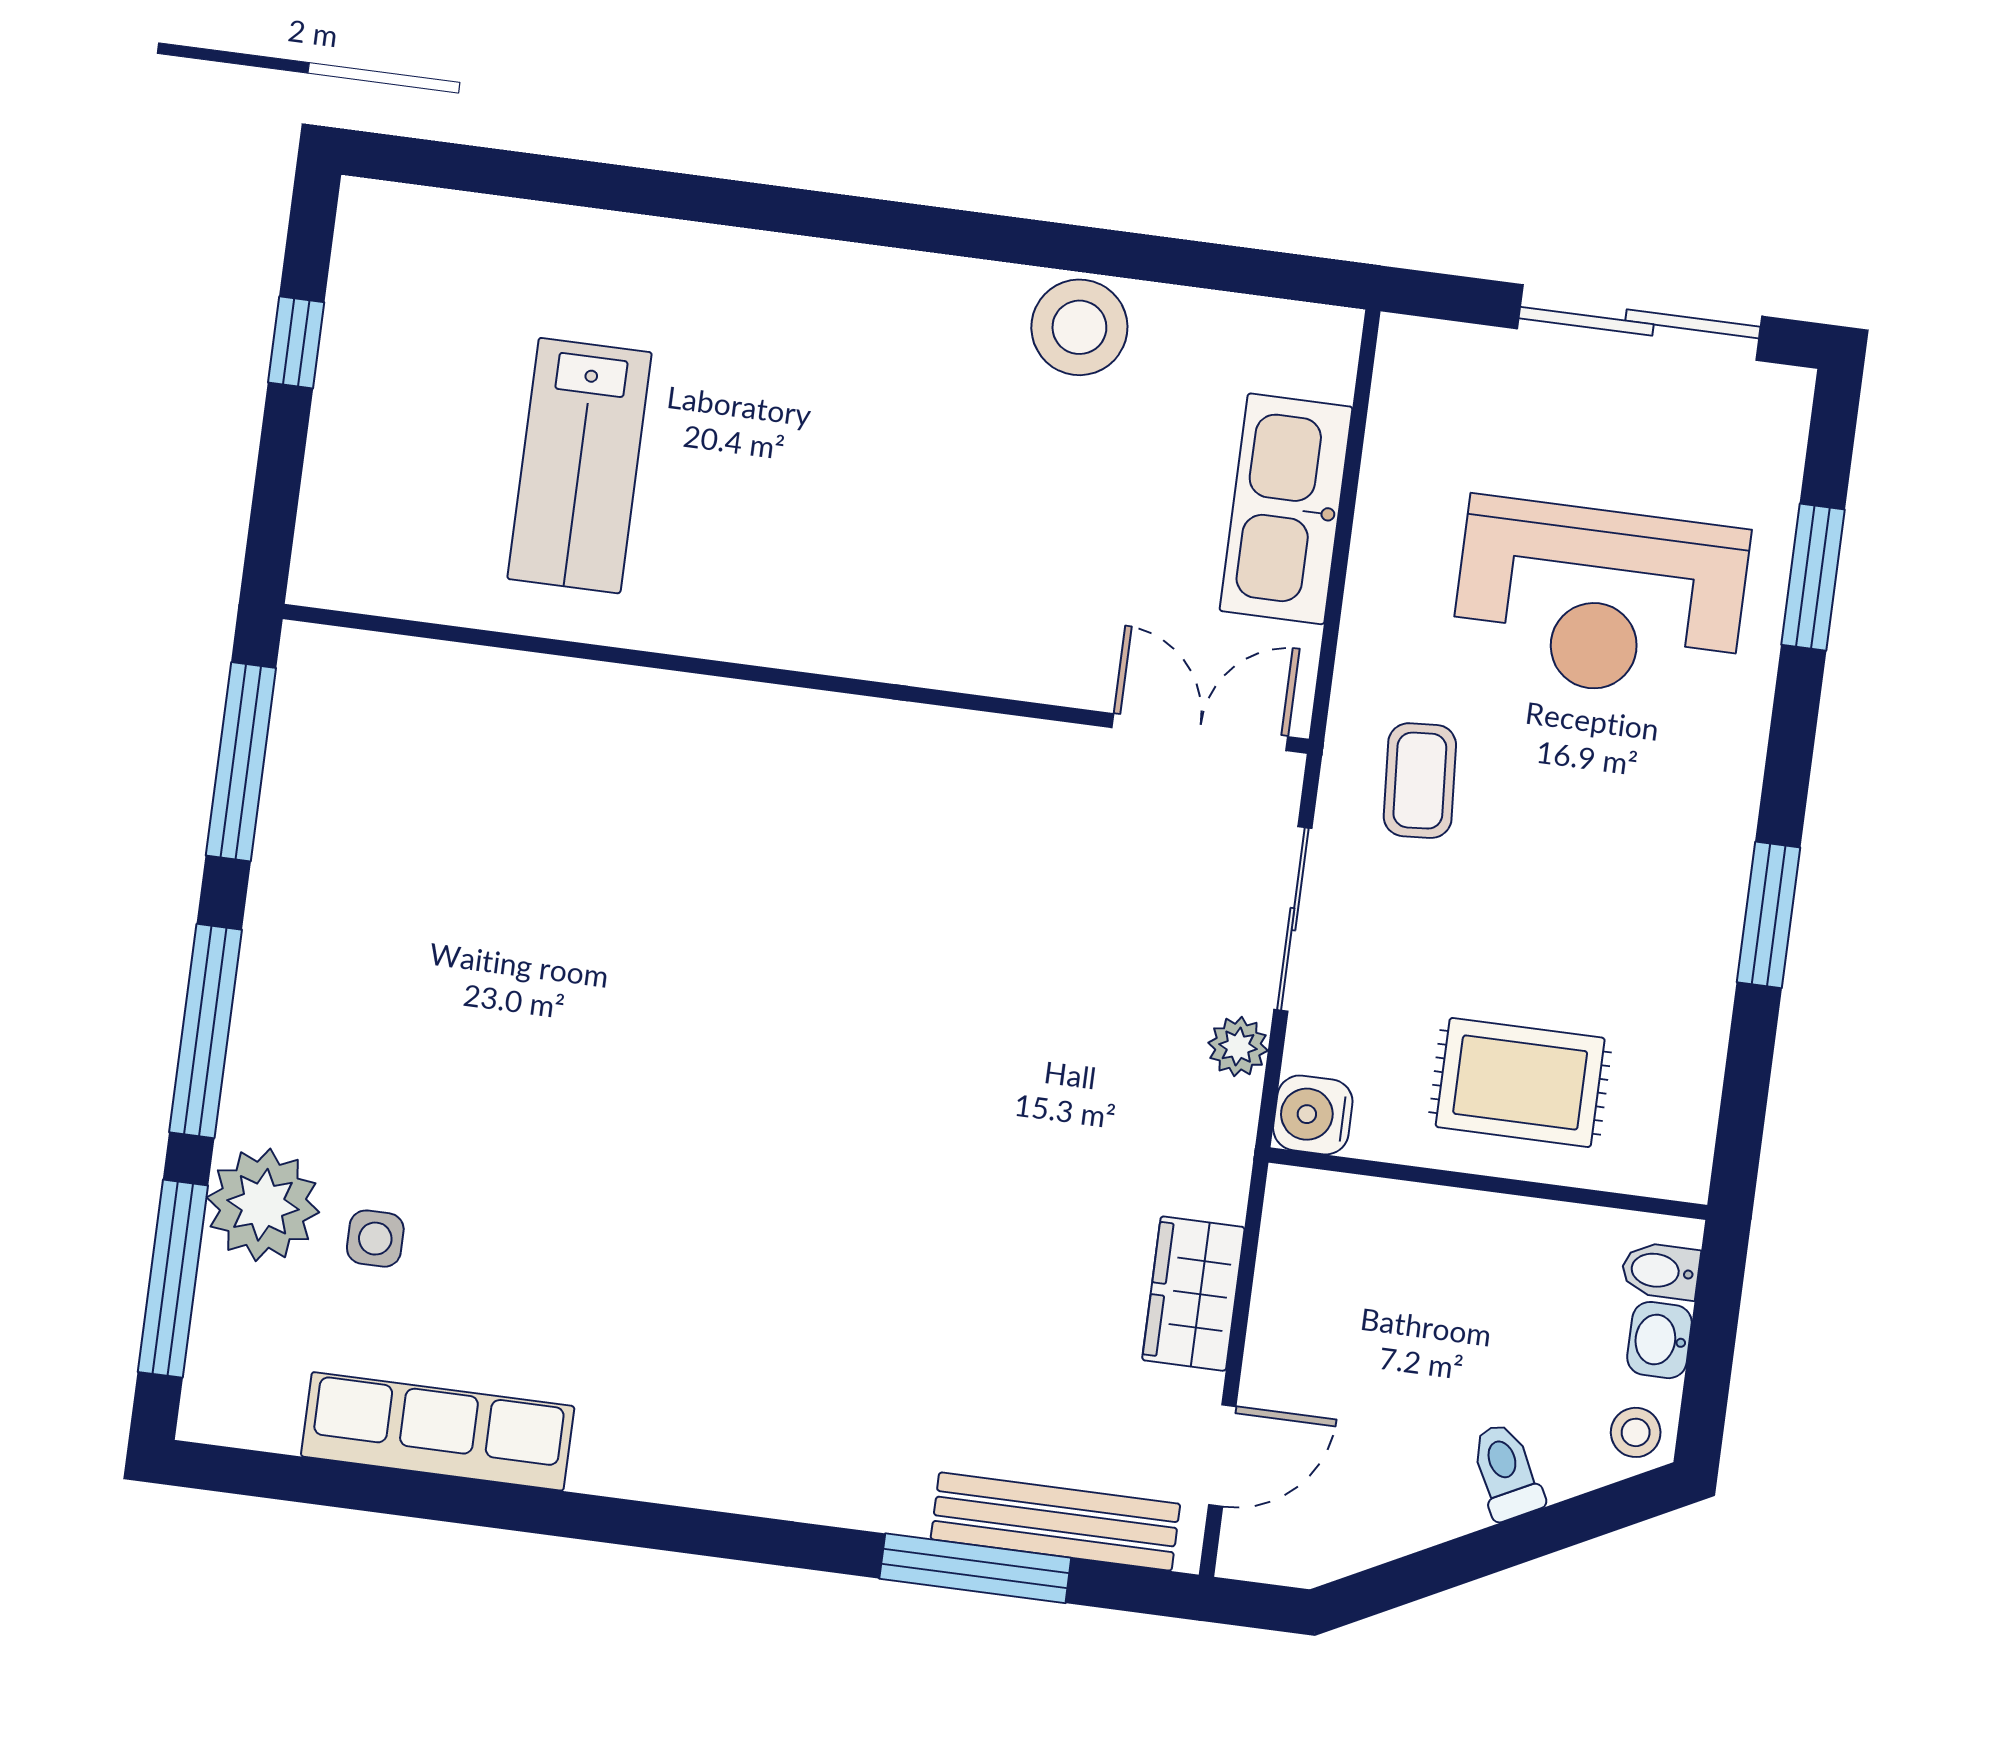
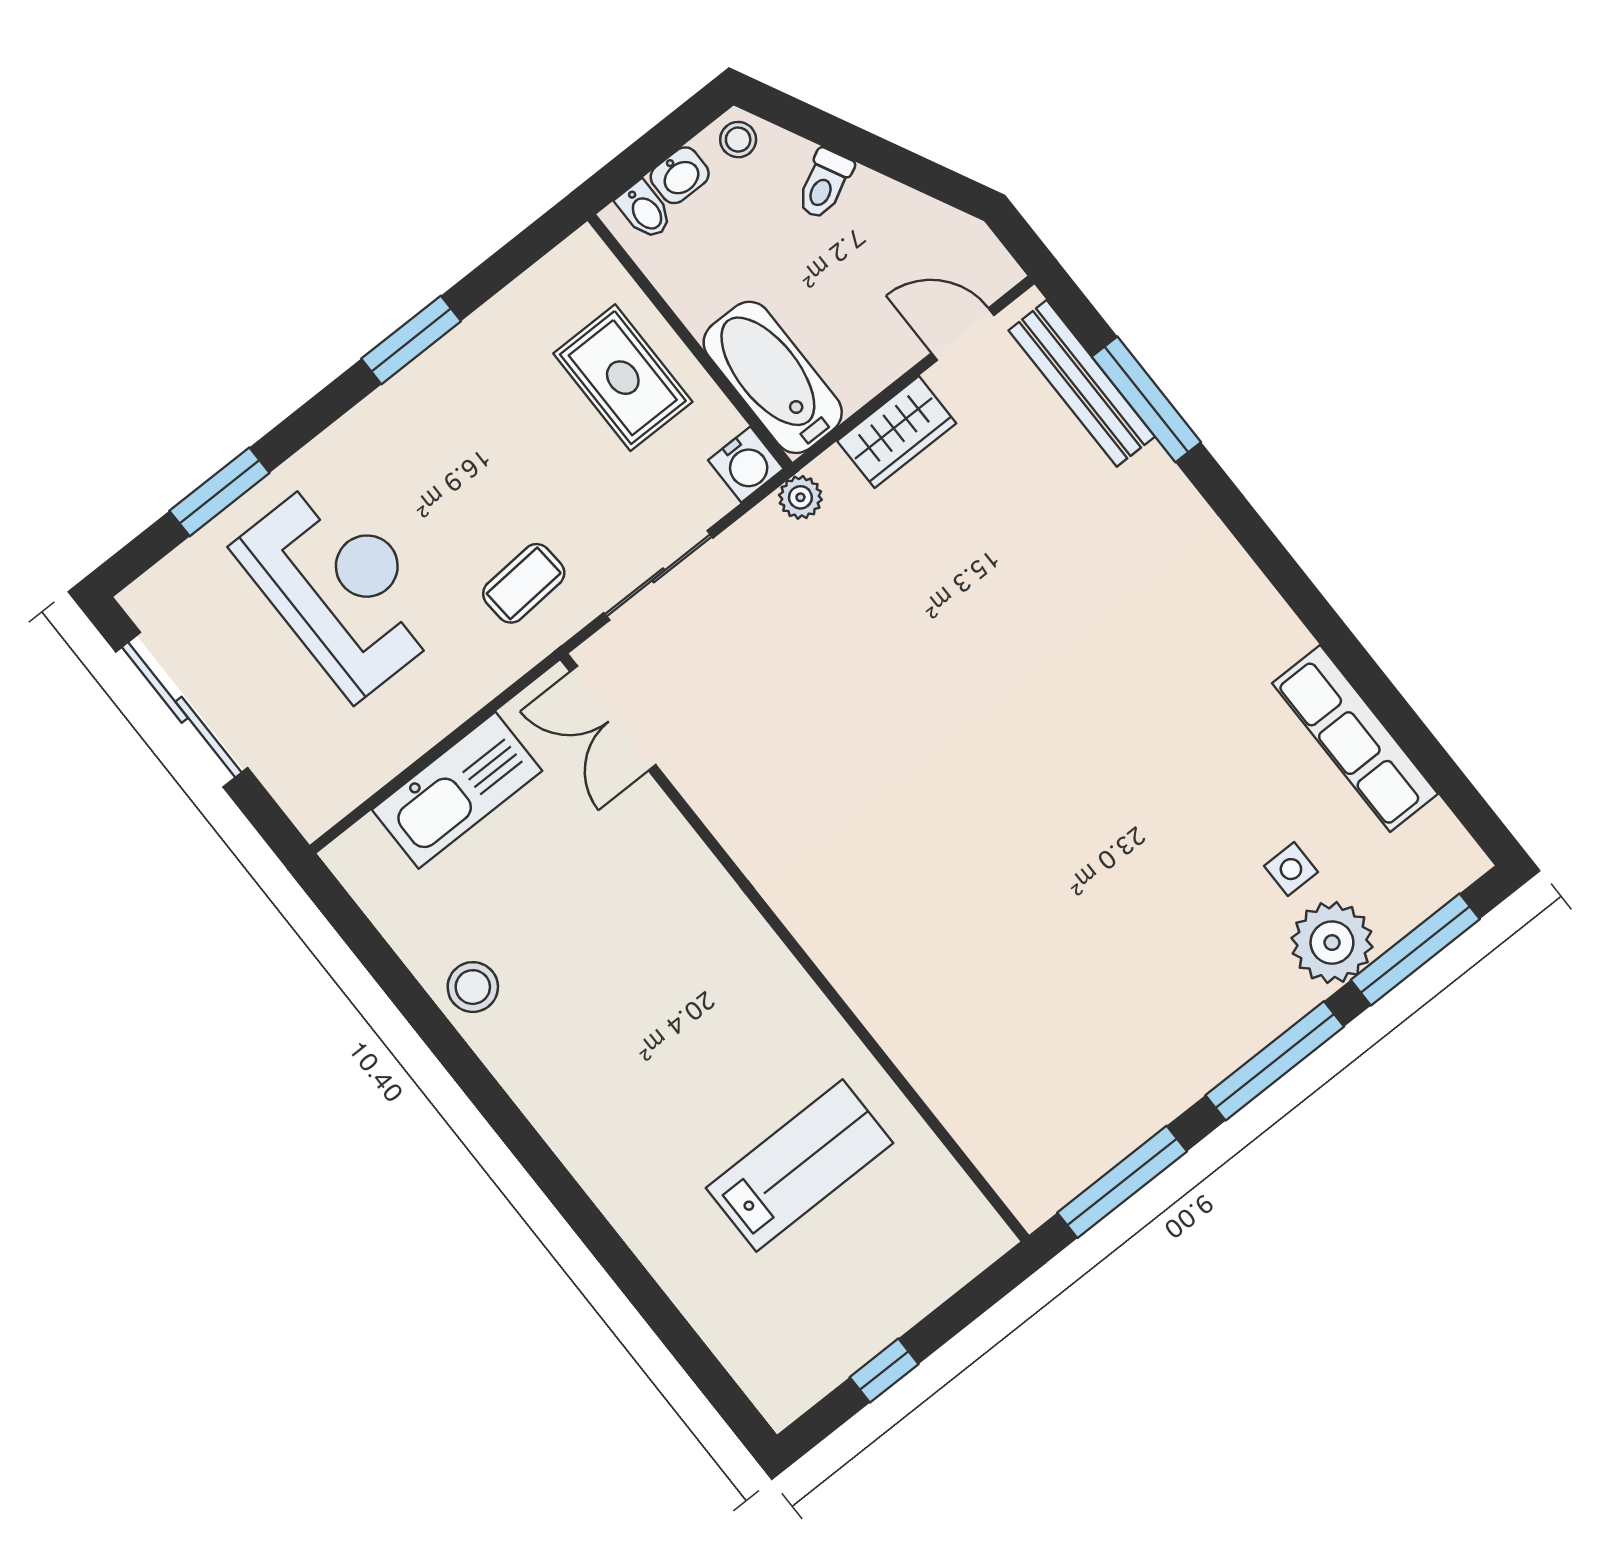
stool: (1079, 327) -> (473, 987), width x0.73, depth x0.73
plant: (1238, 1047) -> (800, 497), moved
bathtub: (1370, 1228) -> (773, 377), added

